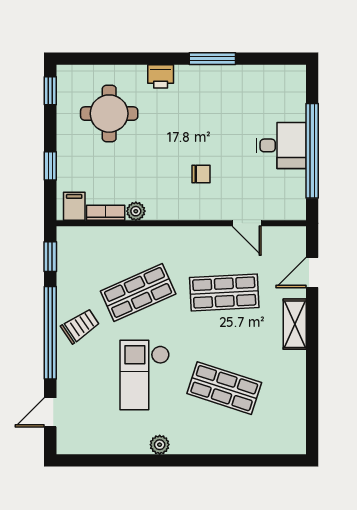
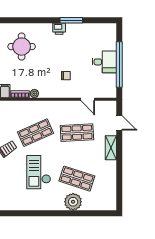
printer: (161, 76) -> (59, 29), moved
door: (312, 272) -> (119, 123), swing flipped
plant: (160, 445) -> (73, 202), moved, width x1.88, depth x1.88

